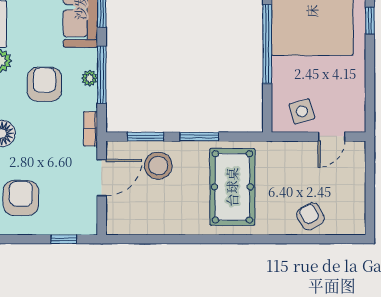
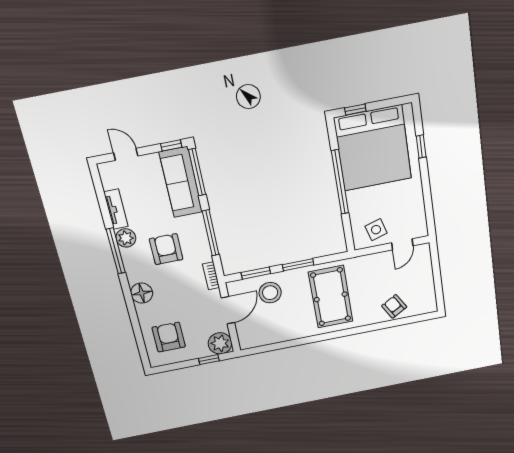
plant: (90, 78) -> (220, 343), moved, width x1.88, depth x1.88

